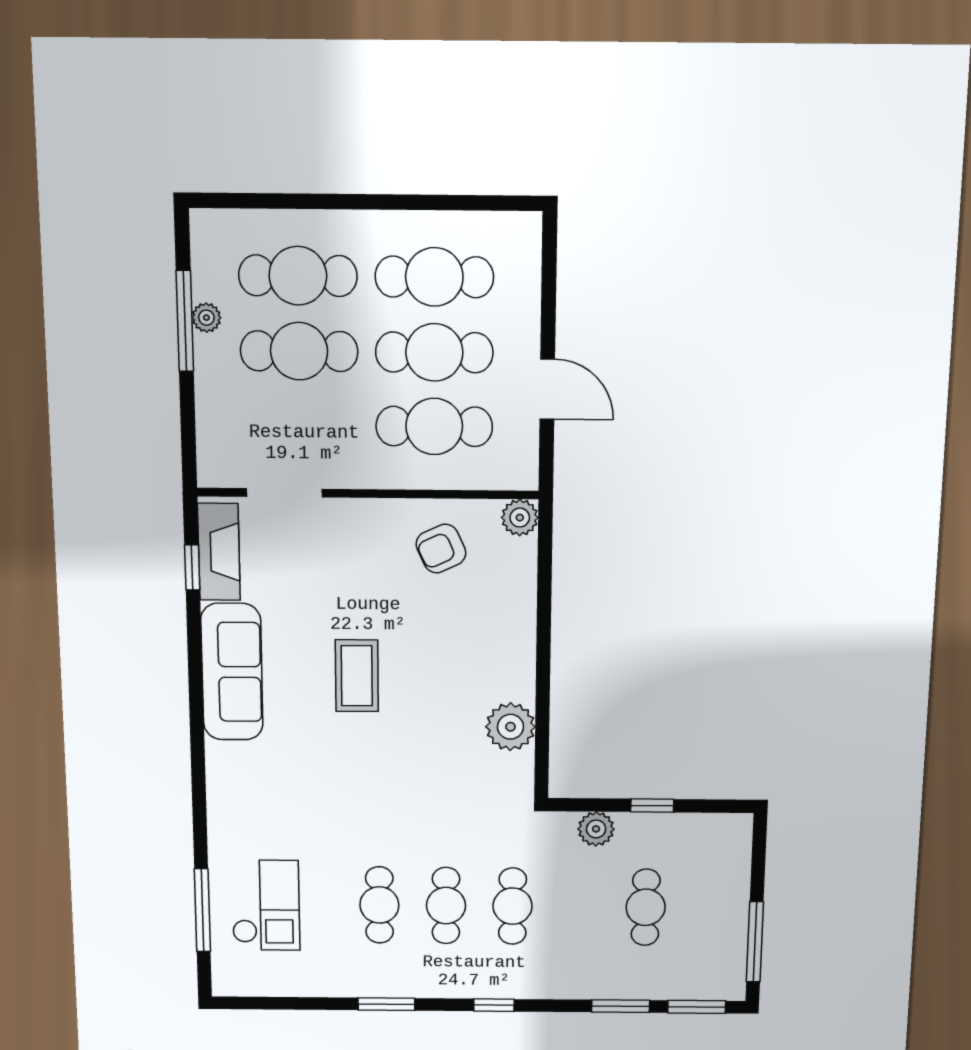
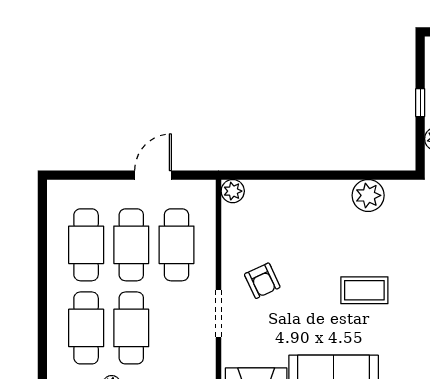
doorway: (284, 493) -> (218, 314), moved
armchair: (441, 549) -> (262, 281), moved
coffee table: (357, 676) -> (364, 290), moved

